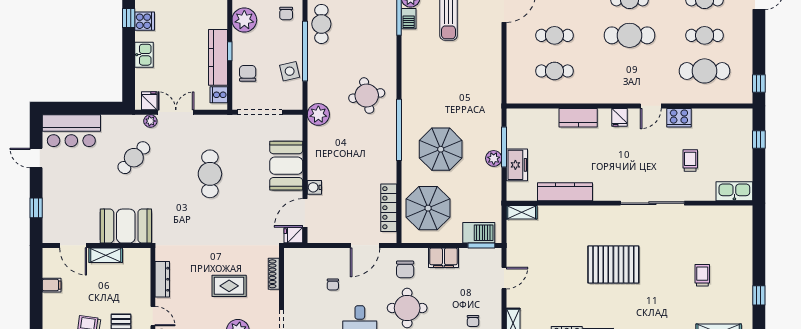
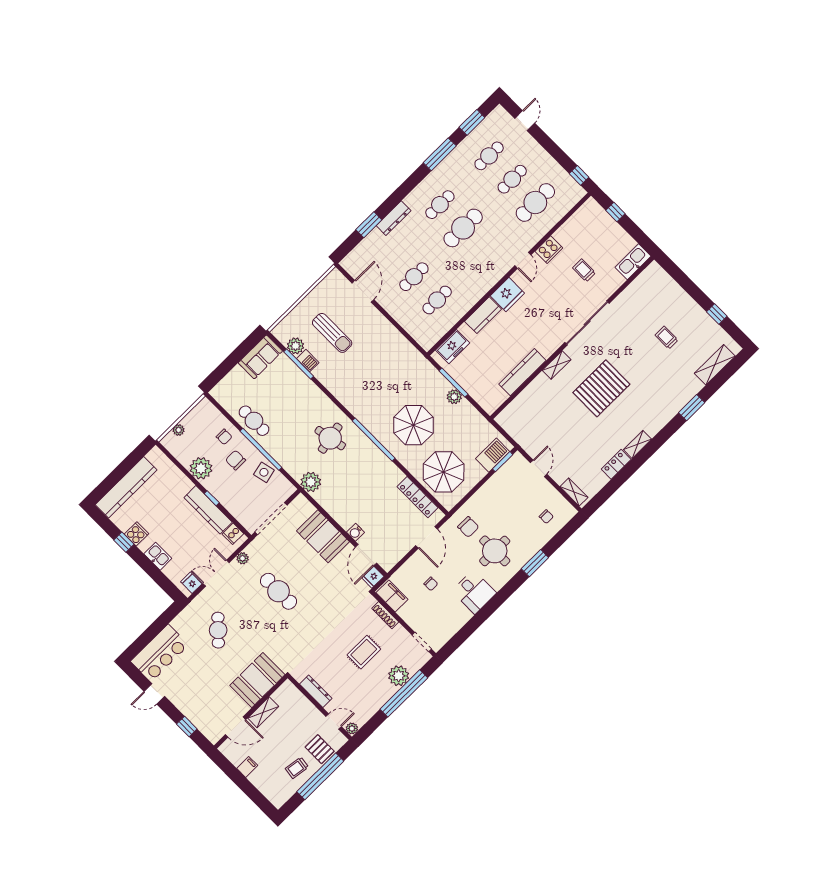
chair: (248, 73) -> (236, 460), moved
fridge: (619, 117) -> (507, 295), width x1.88, depth x1.34
plant: (150, 121) -> (243, 558), moved
freezer: (517, 165) -> (453, 347), moved, turned 90
shelving: (522, 212) -> (557, 365), moved
filing cabinet: (443, 258) -> (392, 596), moved, turned -90

